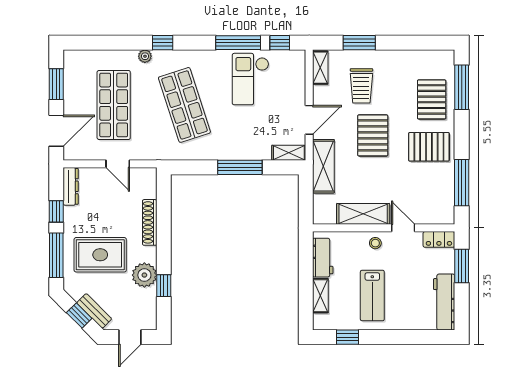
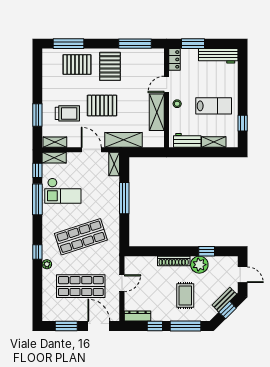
shelving: (298, 67) -> (54, 158), added
shoe rack: (150, 222) -> (174, 261), moved
rug: (100, 255) -> (185, 295), width x0.73, depth x0.70

